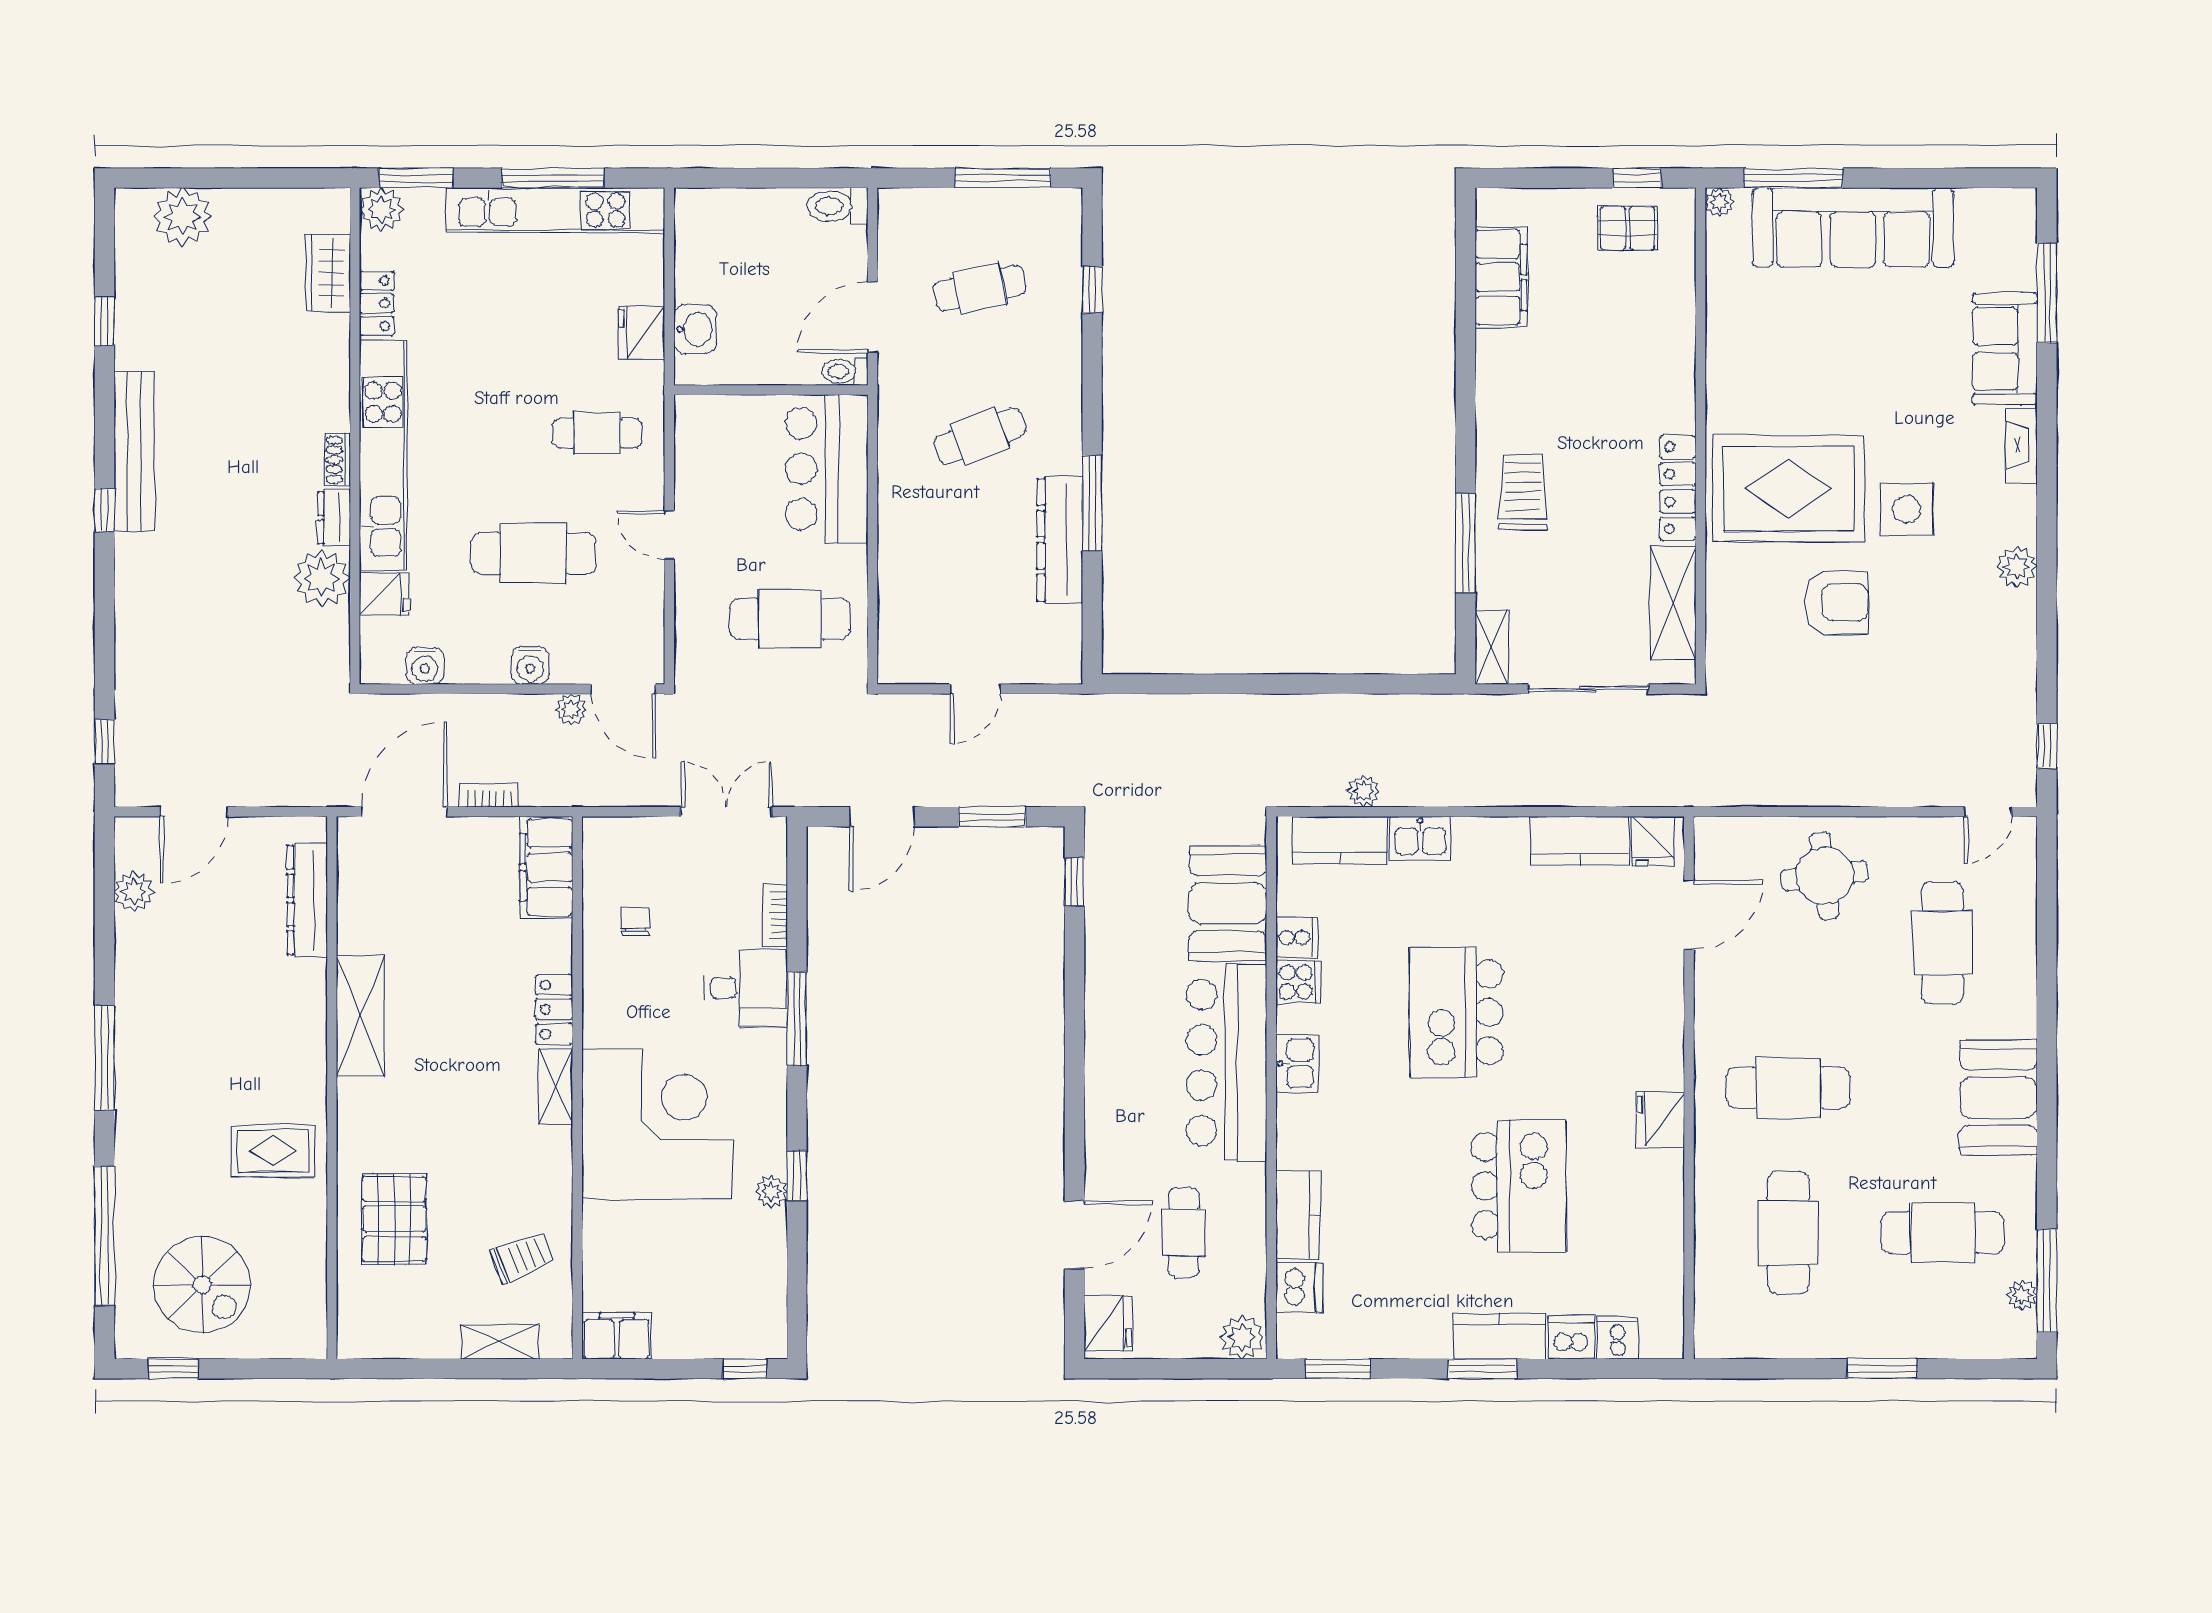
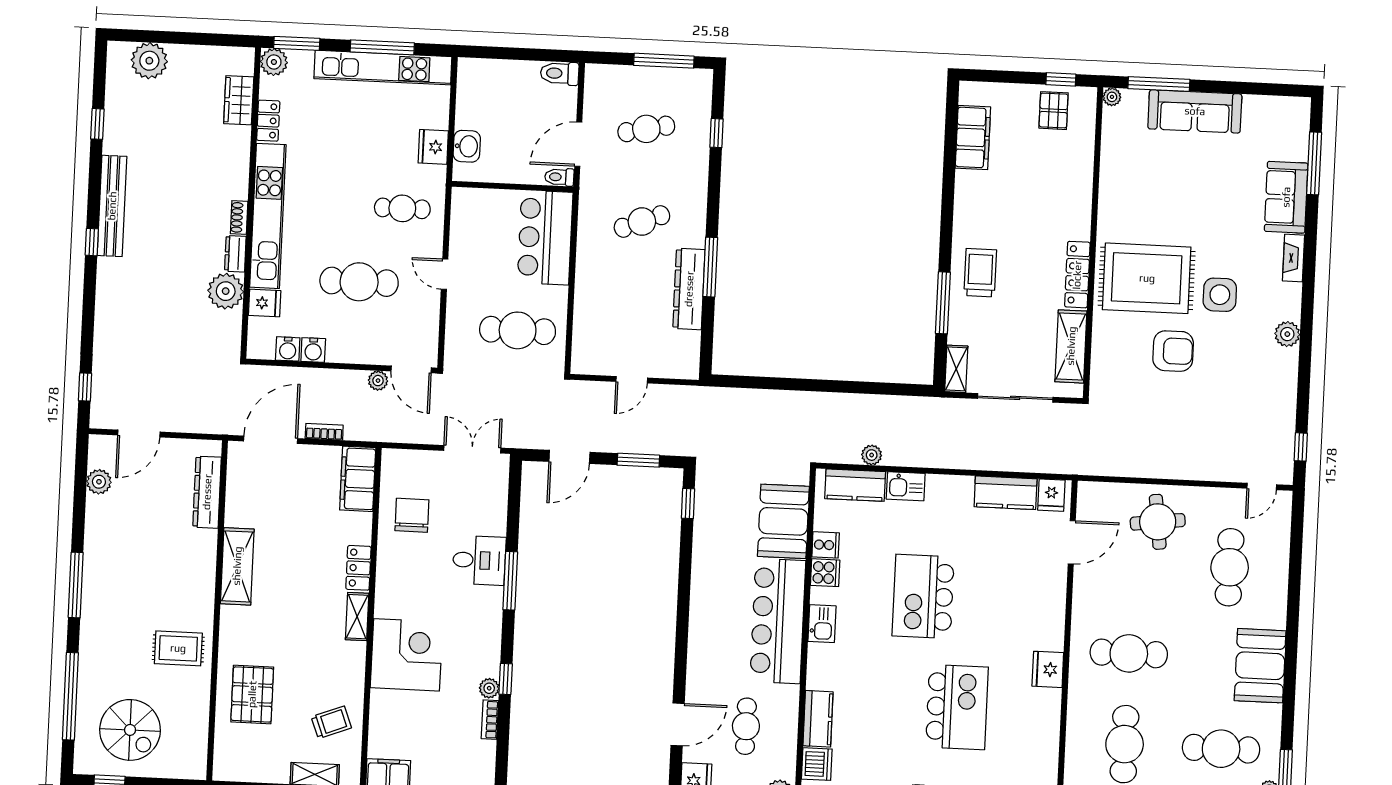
sofa: (1853, 227) -> (1195, 111), width x0.74, depth x0.79
pallet: (1628, 228) -> (1054, 111), turned 90
water cooler: (530, 665) -> (313, 350), moved
bookcase: (775, 916) -> (490, 720), moved
chair: (635, 921) -> (412, 515), width x1.87, depth x1.87
corner desk: (657, 1124) -> (406, 655), width x0.74, depth x0.74

